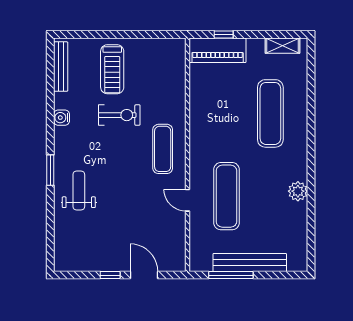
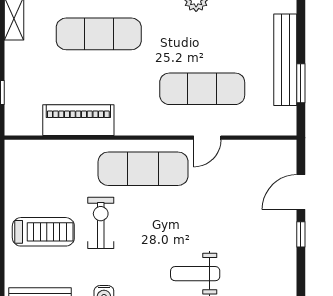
piano: (218, 50) -> (78, 120), moved, turned -90
exercise mat: (163, 149) -> (143, 169), width x1.36, depth x1.45
window: (231, 275) -> (301, 83), width x0.69

